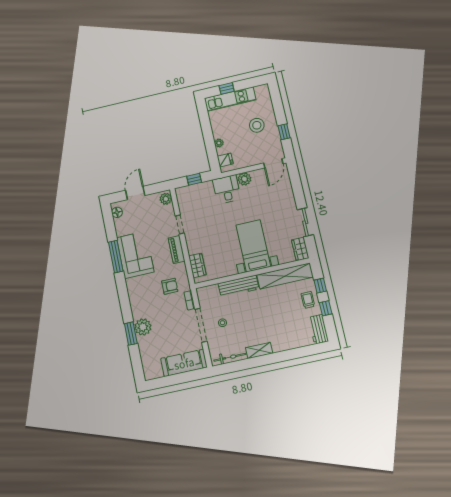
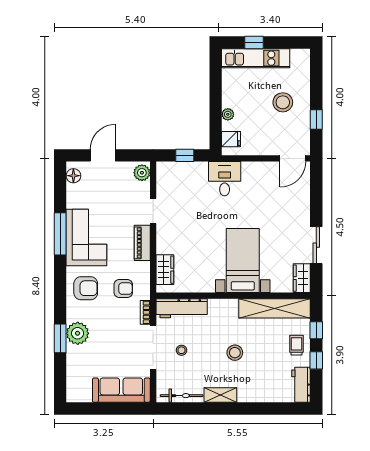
plant: (244, 179) -> (251, 170), removed
workbench: (239, 286) -> (182, 308), moved
armchair: (142, 292) -> (86, 288), added
stool: (263, 316) -> (235, 353), added

